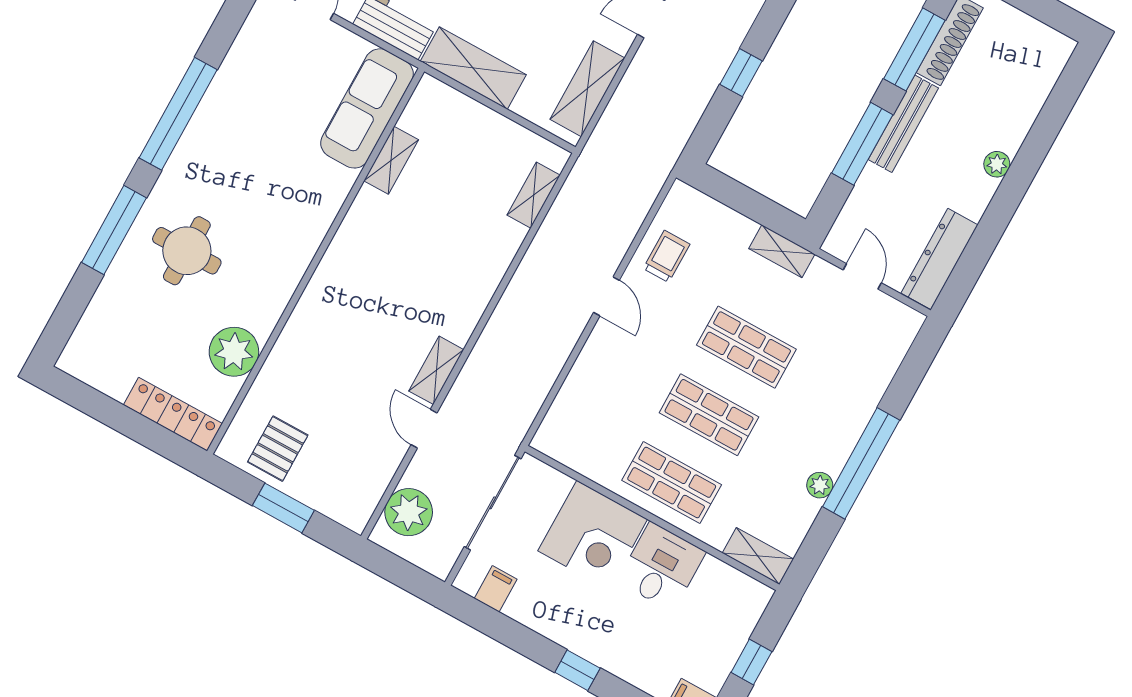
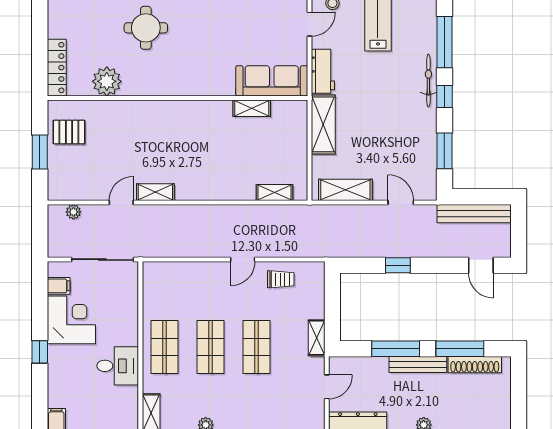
plant: (409, 512) -> (73, 212), width x0.53, depth x0.53
corner desk: (593, 535) -> (71, 320), moved, turned 180

